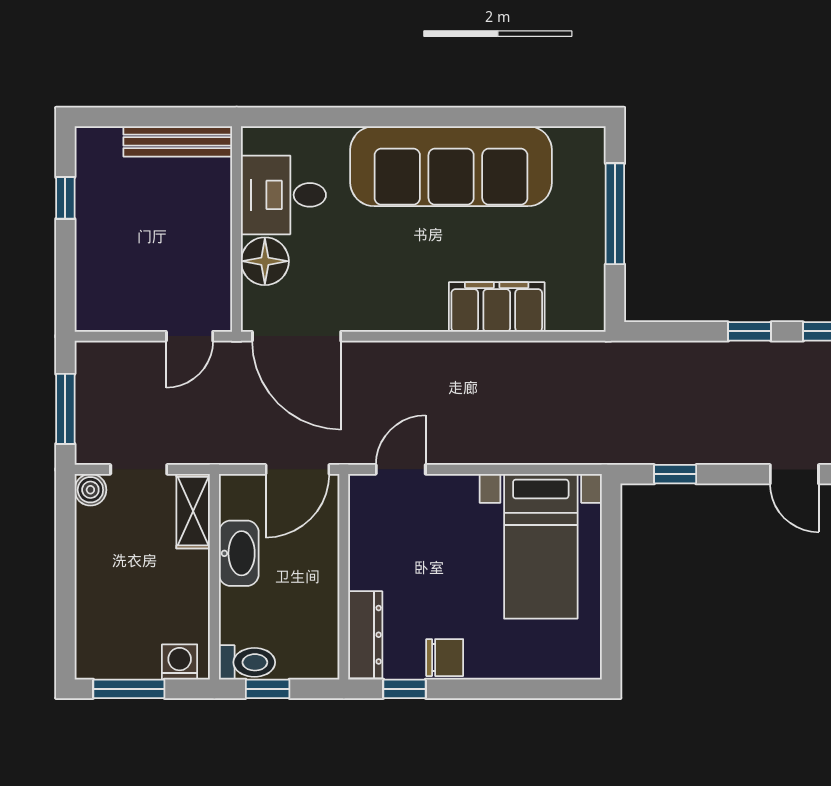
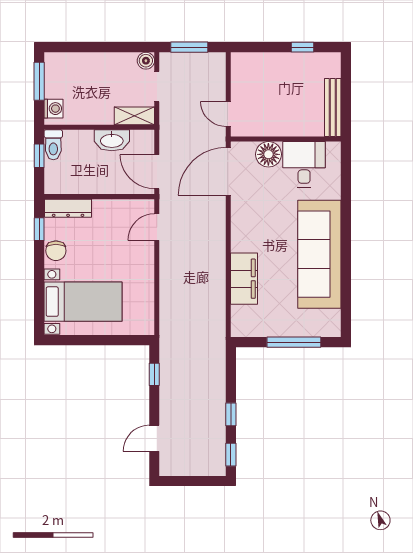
door: (401, 469) -> (157, 227), swing flipped
bed with nightstands: (541, 546) -> (83, 302), moved, turned 180

